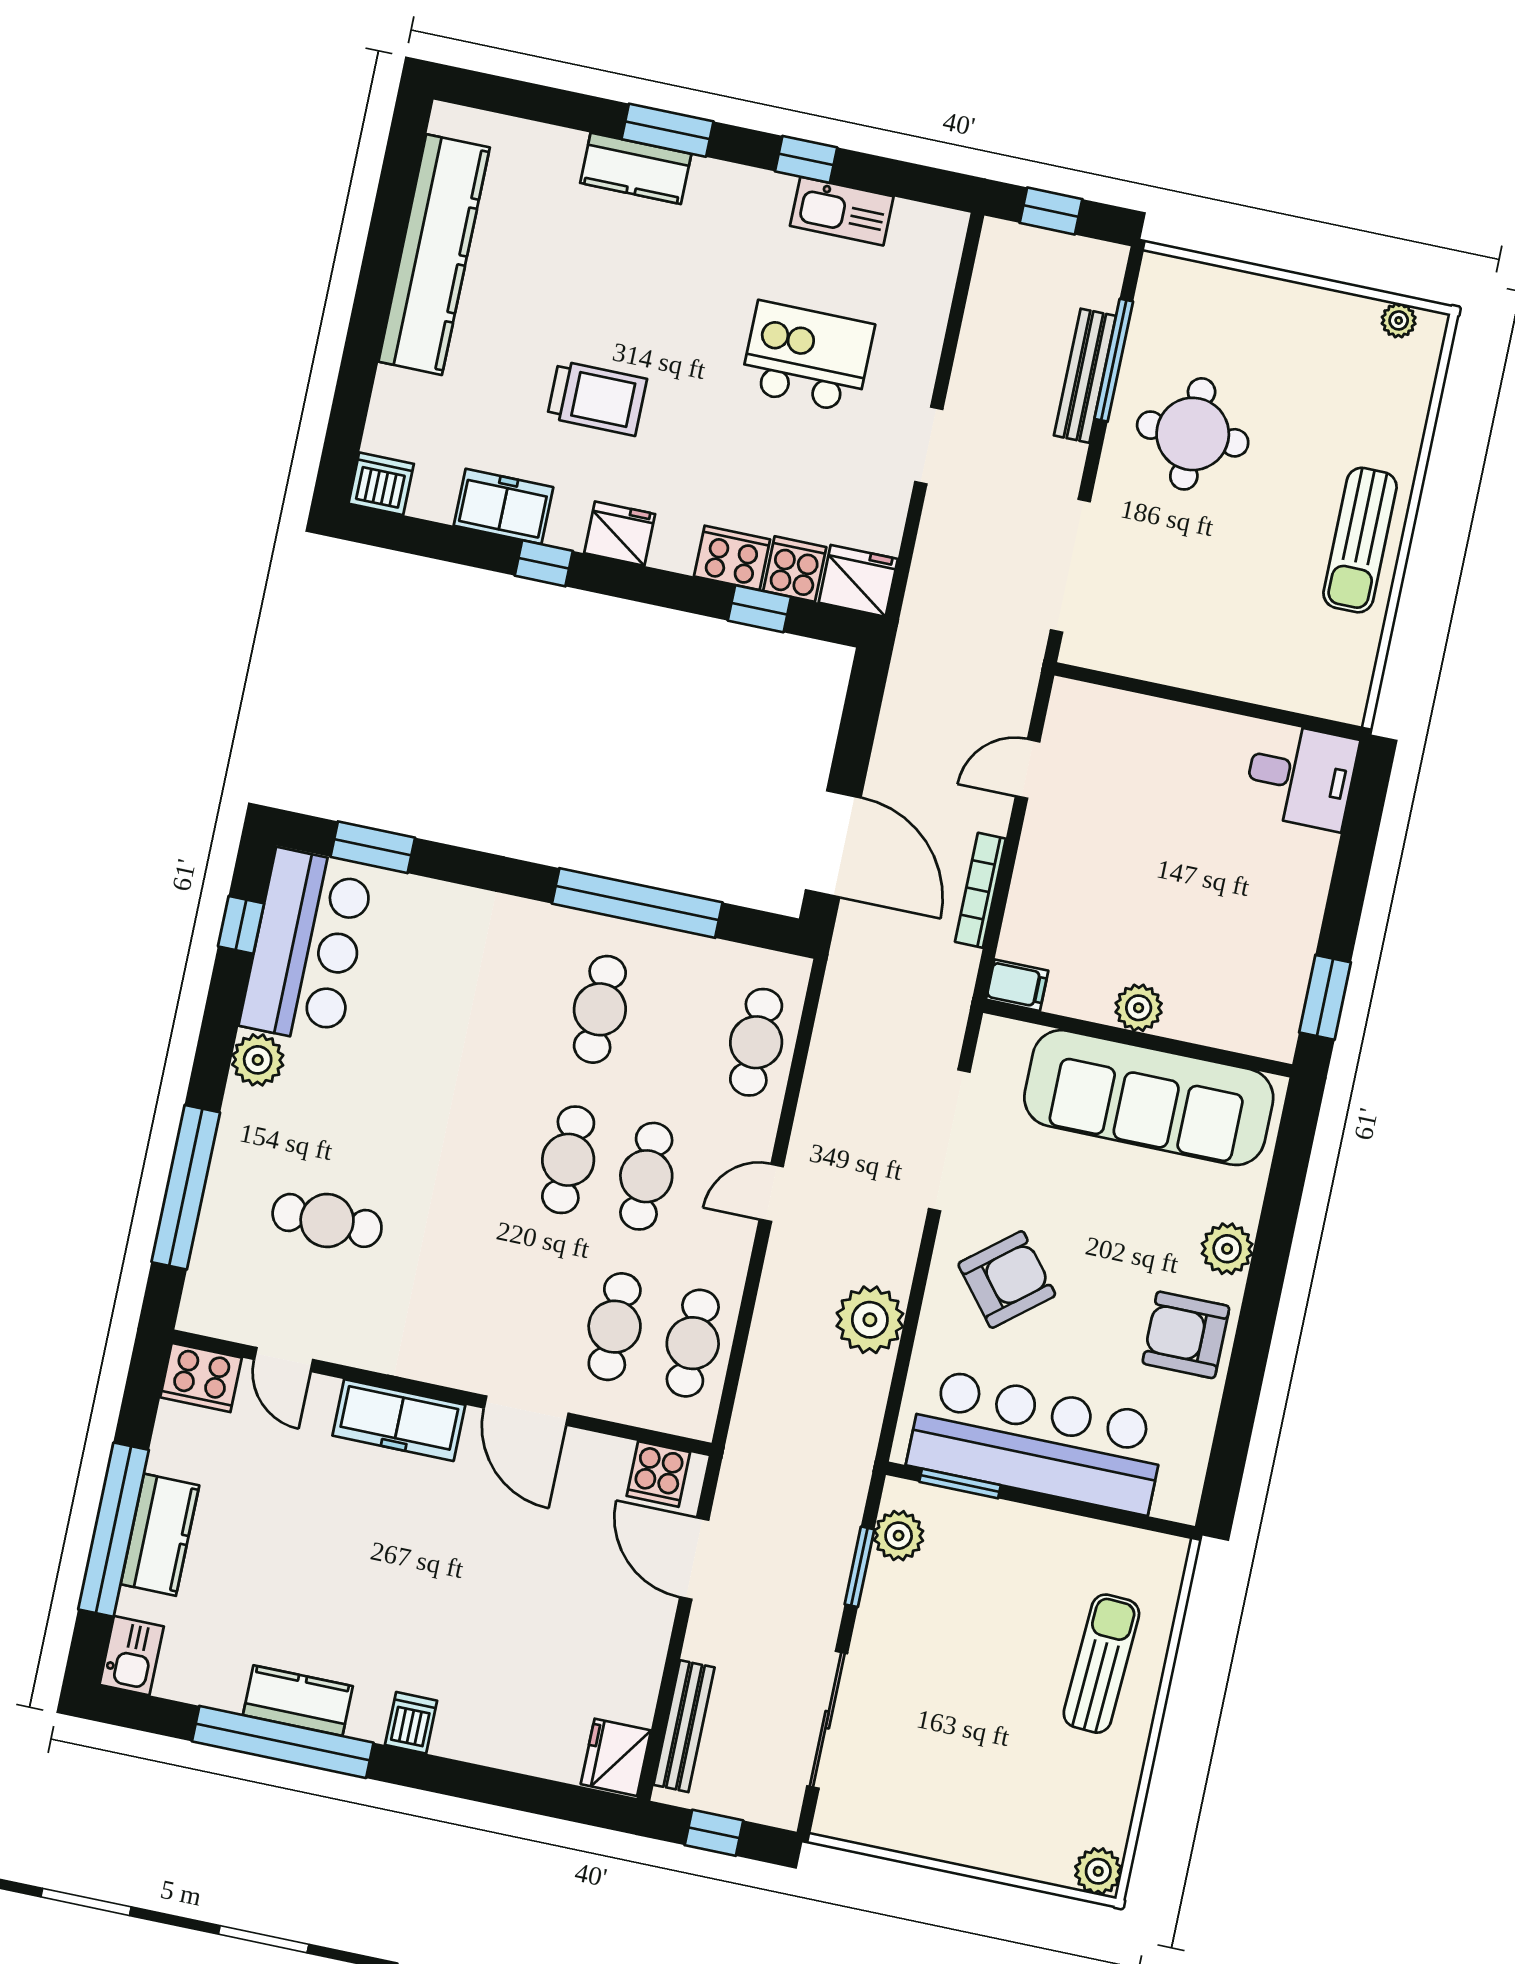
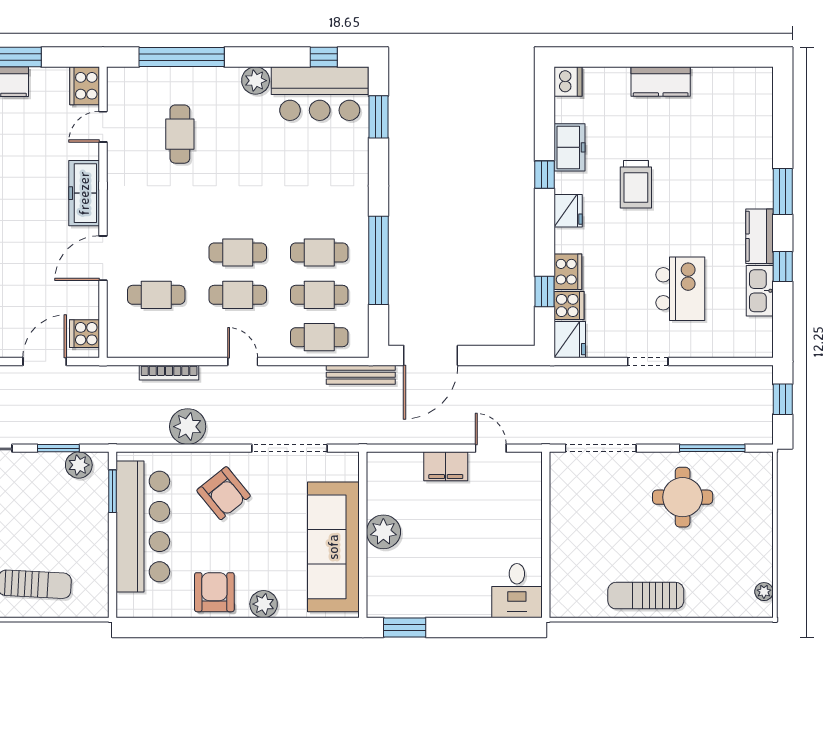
kitchen counter: (636, 168) -> (759, 236), moved
kitchen counter: (434, 255) -> (661, 82), width x0.48, depth x0.86
bench: (1085, 376) -> (361, 375), moved
bookcase: (980, 890) -> (169, 373), moved, turned 180
filing cabinet: (1017, 985) -> (446, 466), moved, width x2.00
plant: (1139, 1008) -> (383, 532), width x1.36, depth x1.36
cafe table: (693, 1343) -> (319, 295), moved

